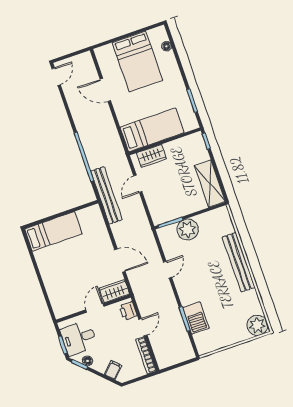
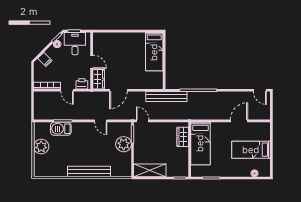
bed: (137, 61) -> (251, 150), width x0.67
door: (138, 184) -> (143, 121), moved
plant: (257, 325) -> (41, 146), moved

